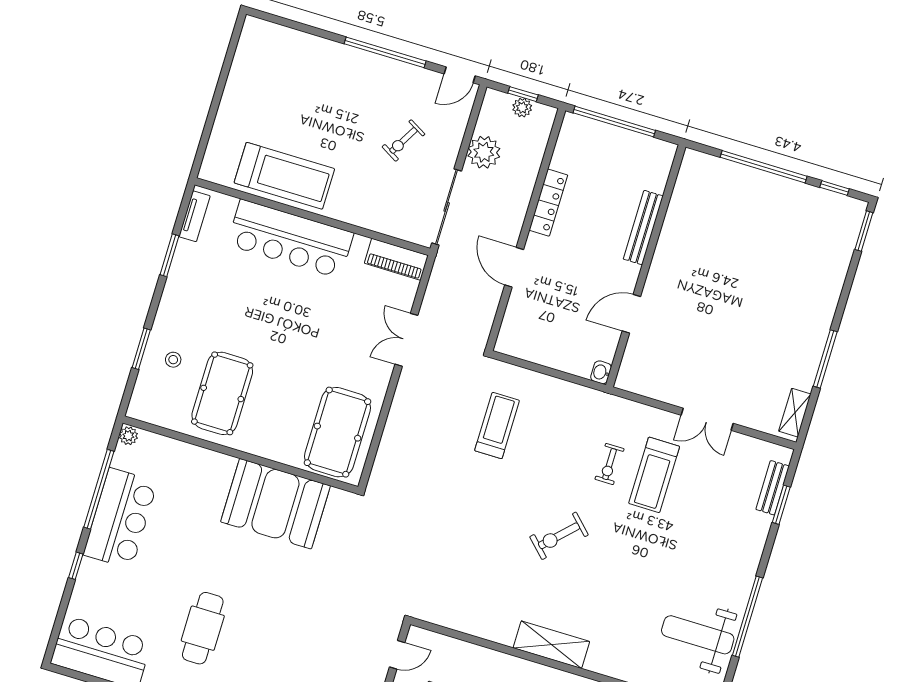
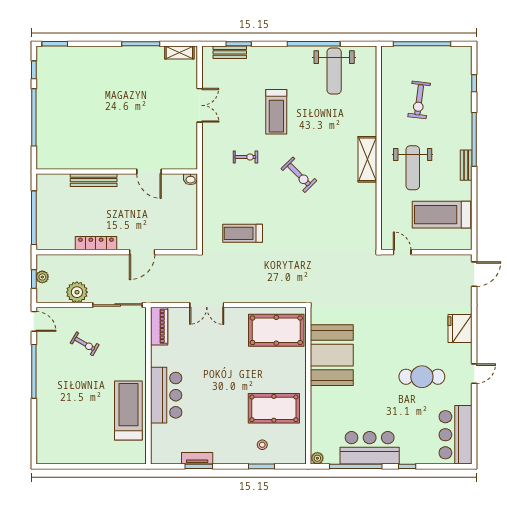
tv unit: (195, 216) -> (197, 458), moved
bar counter: (290, 239) -> (166, 395), width x0.73
treadmill: (654, 475) -> (276, 112), moved, turned 90

